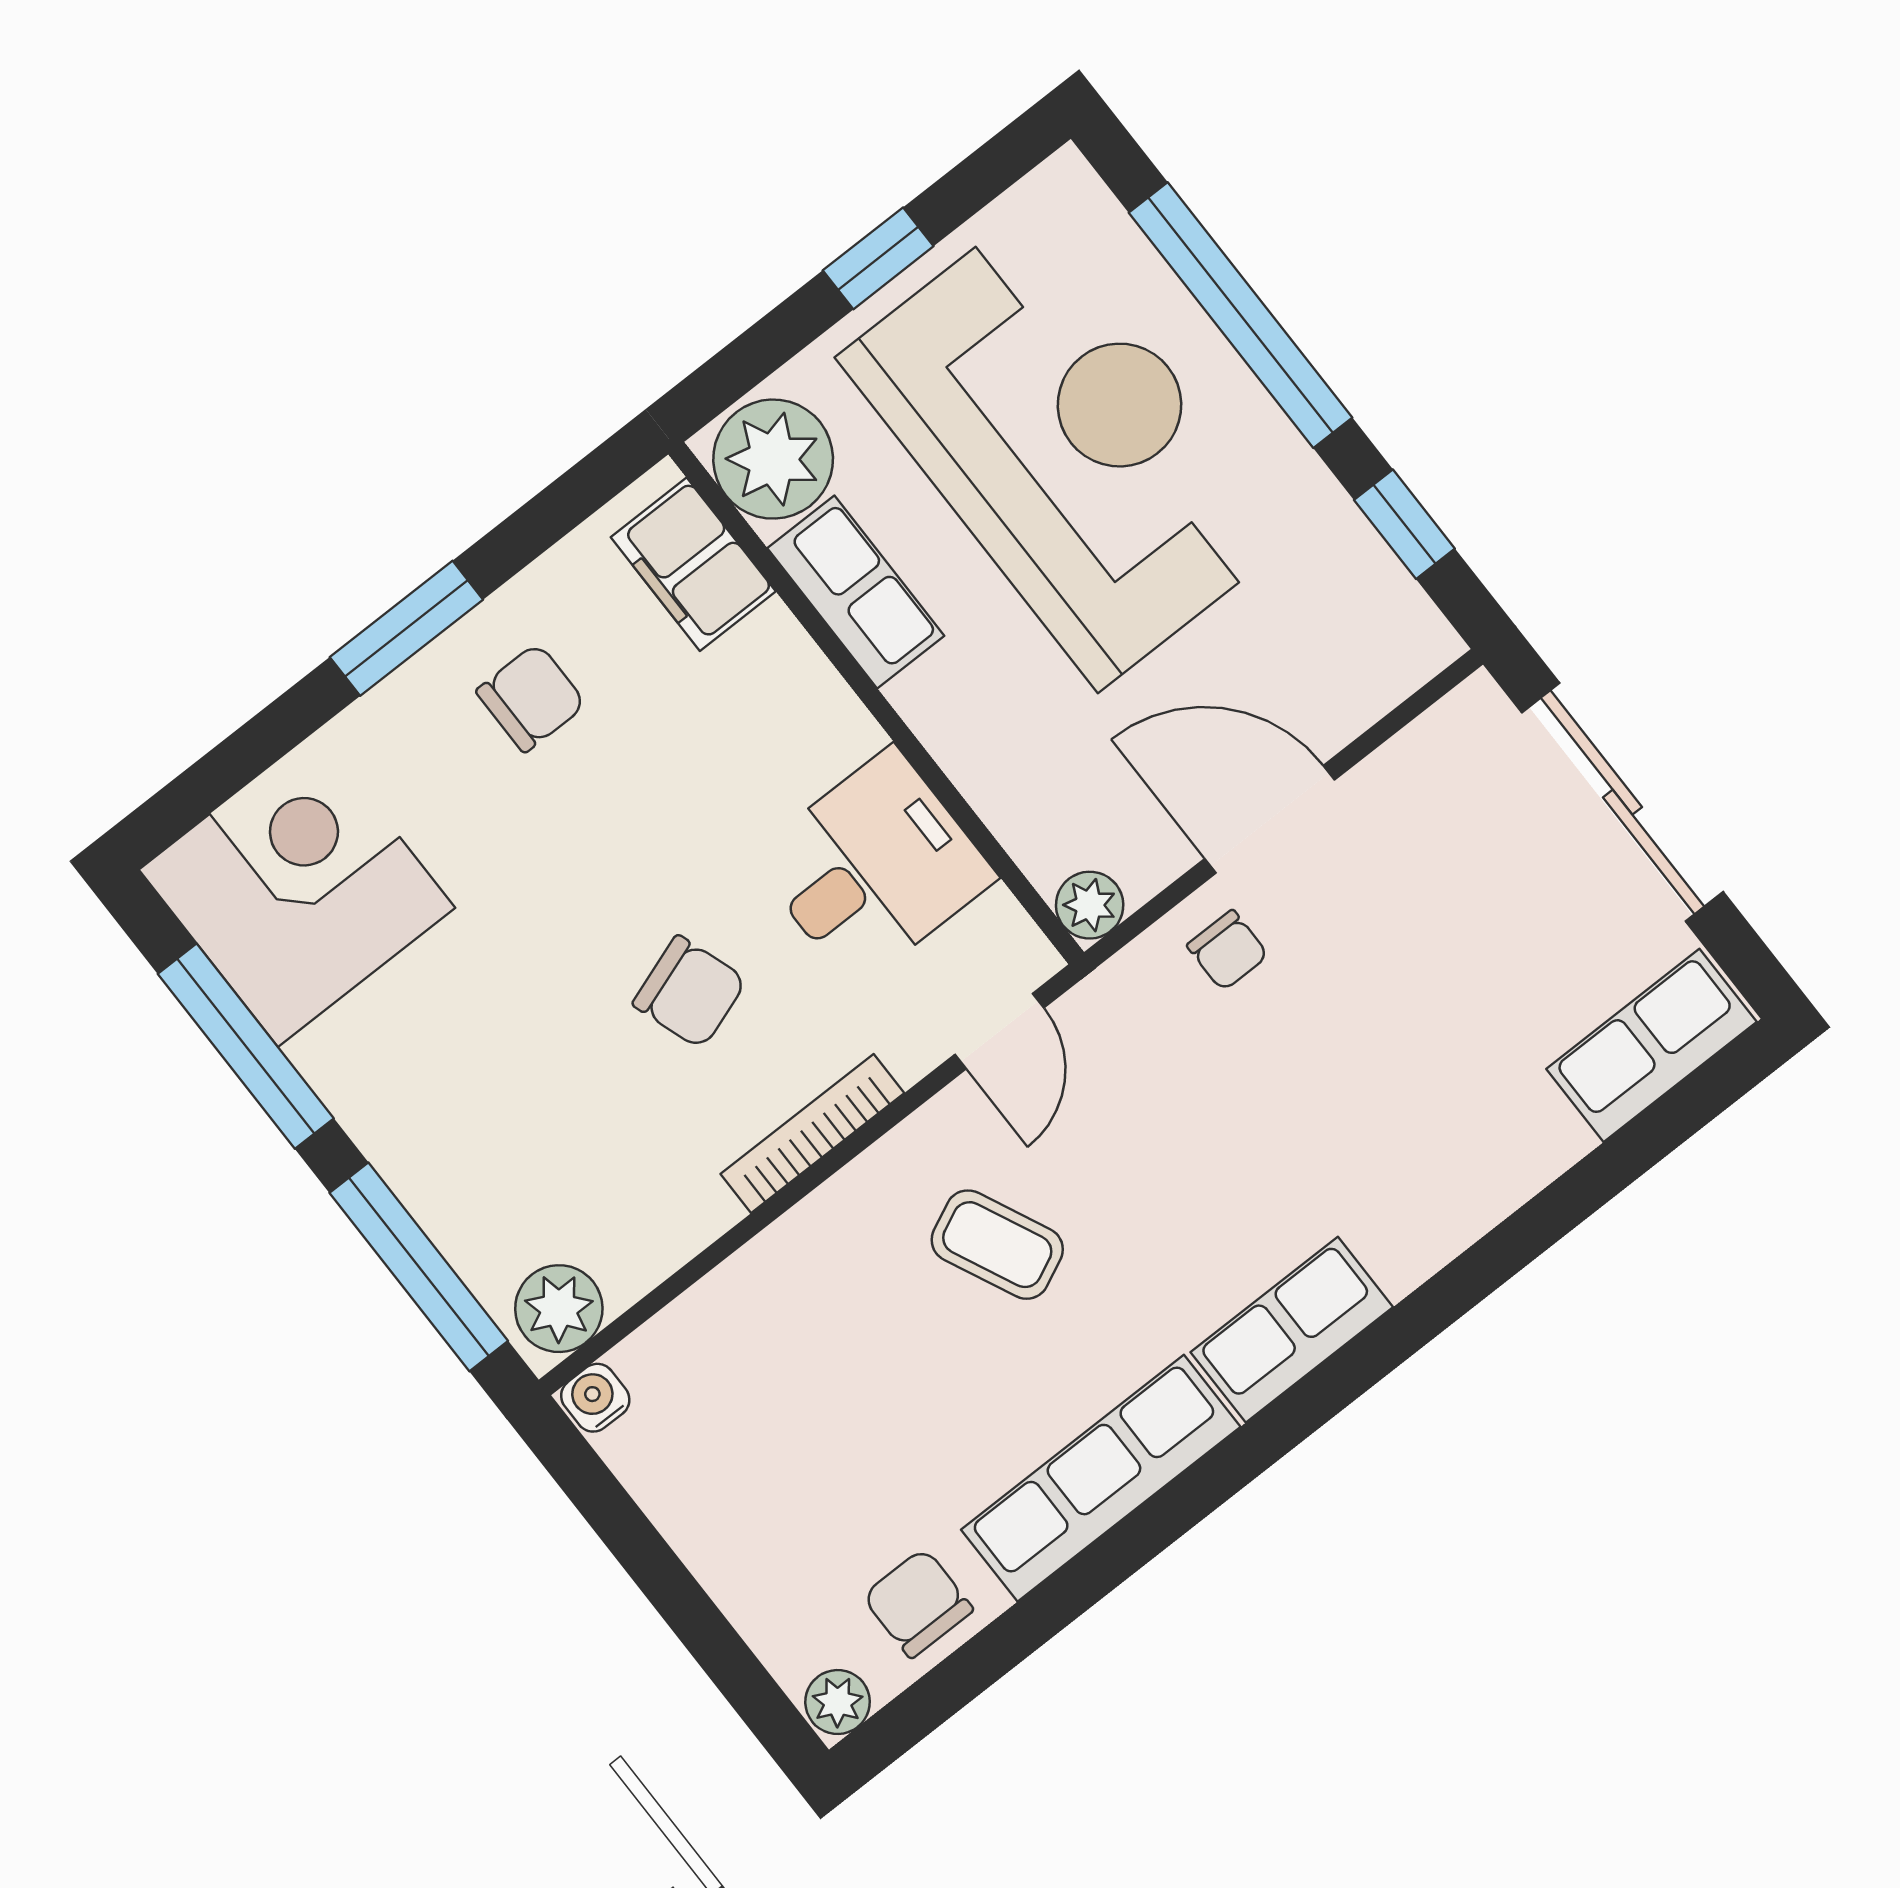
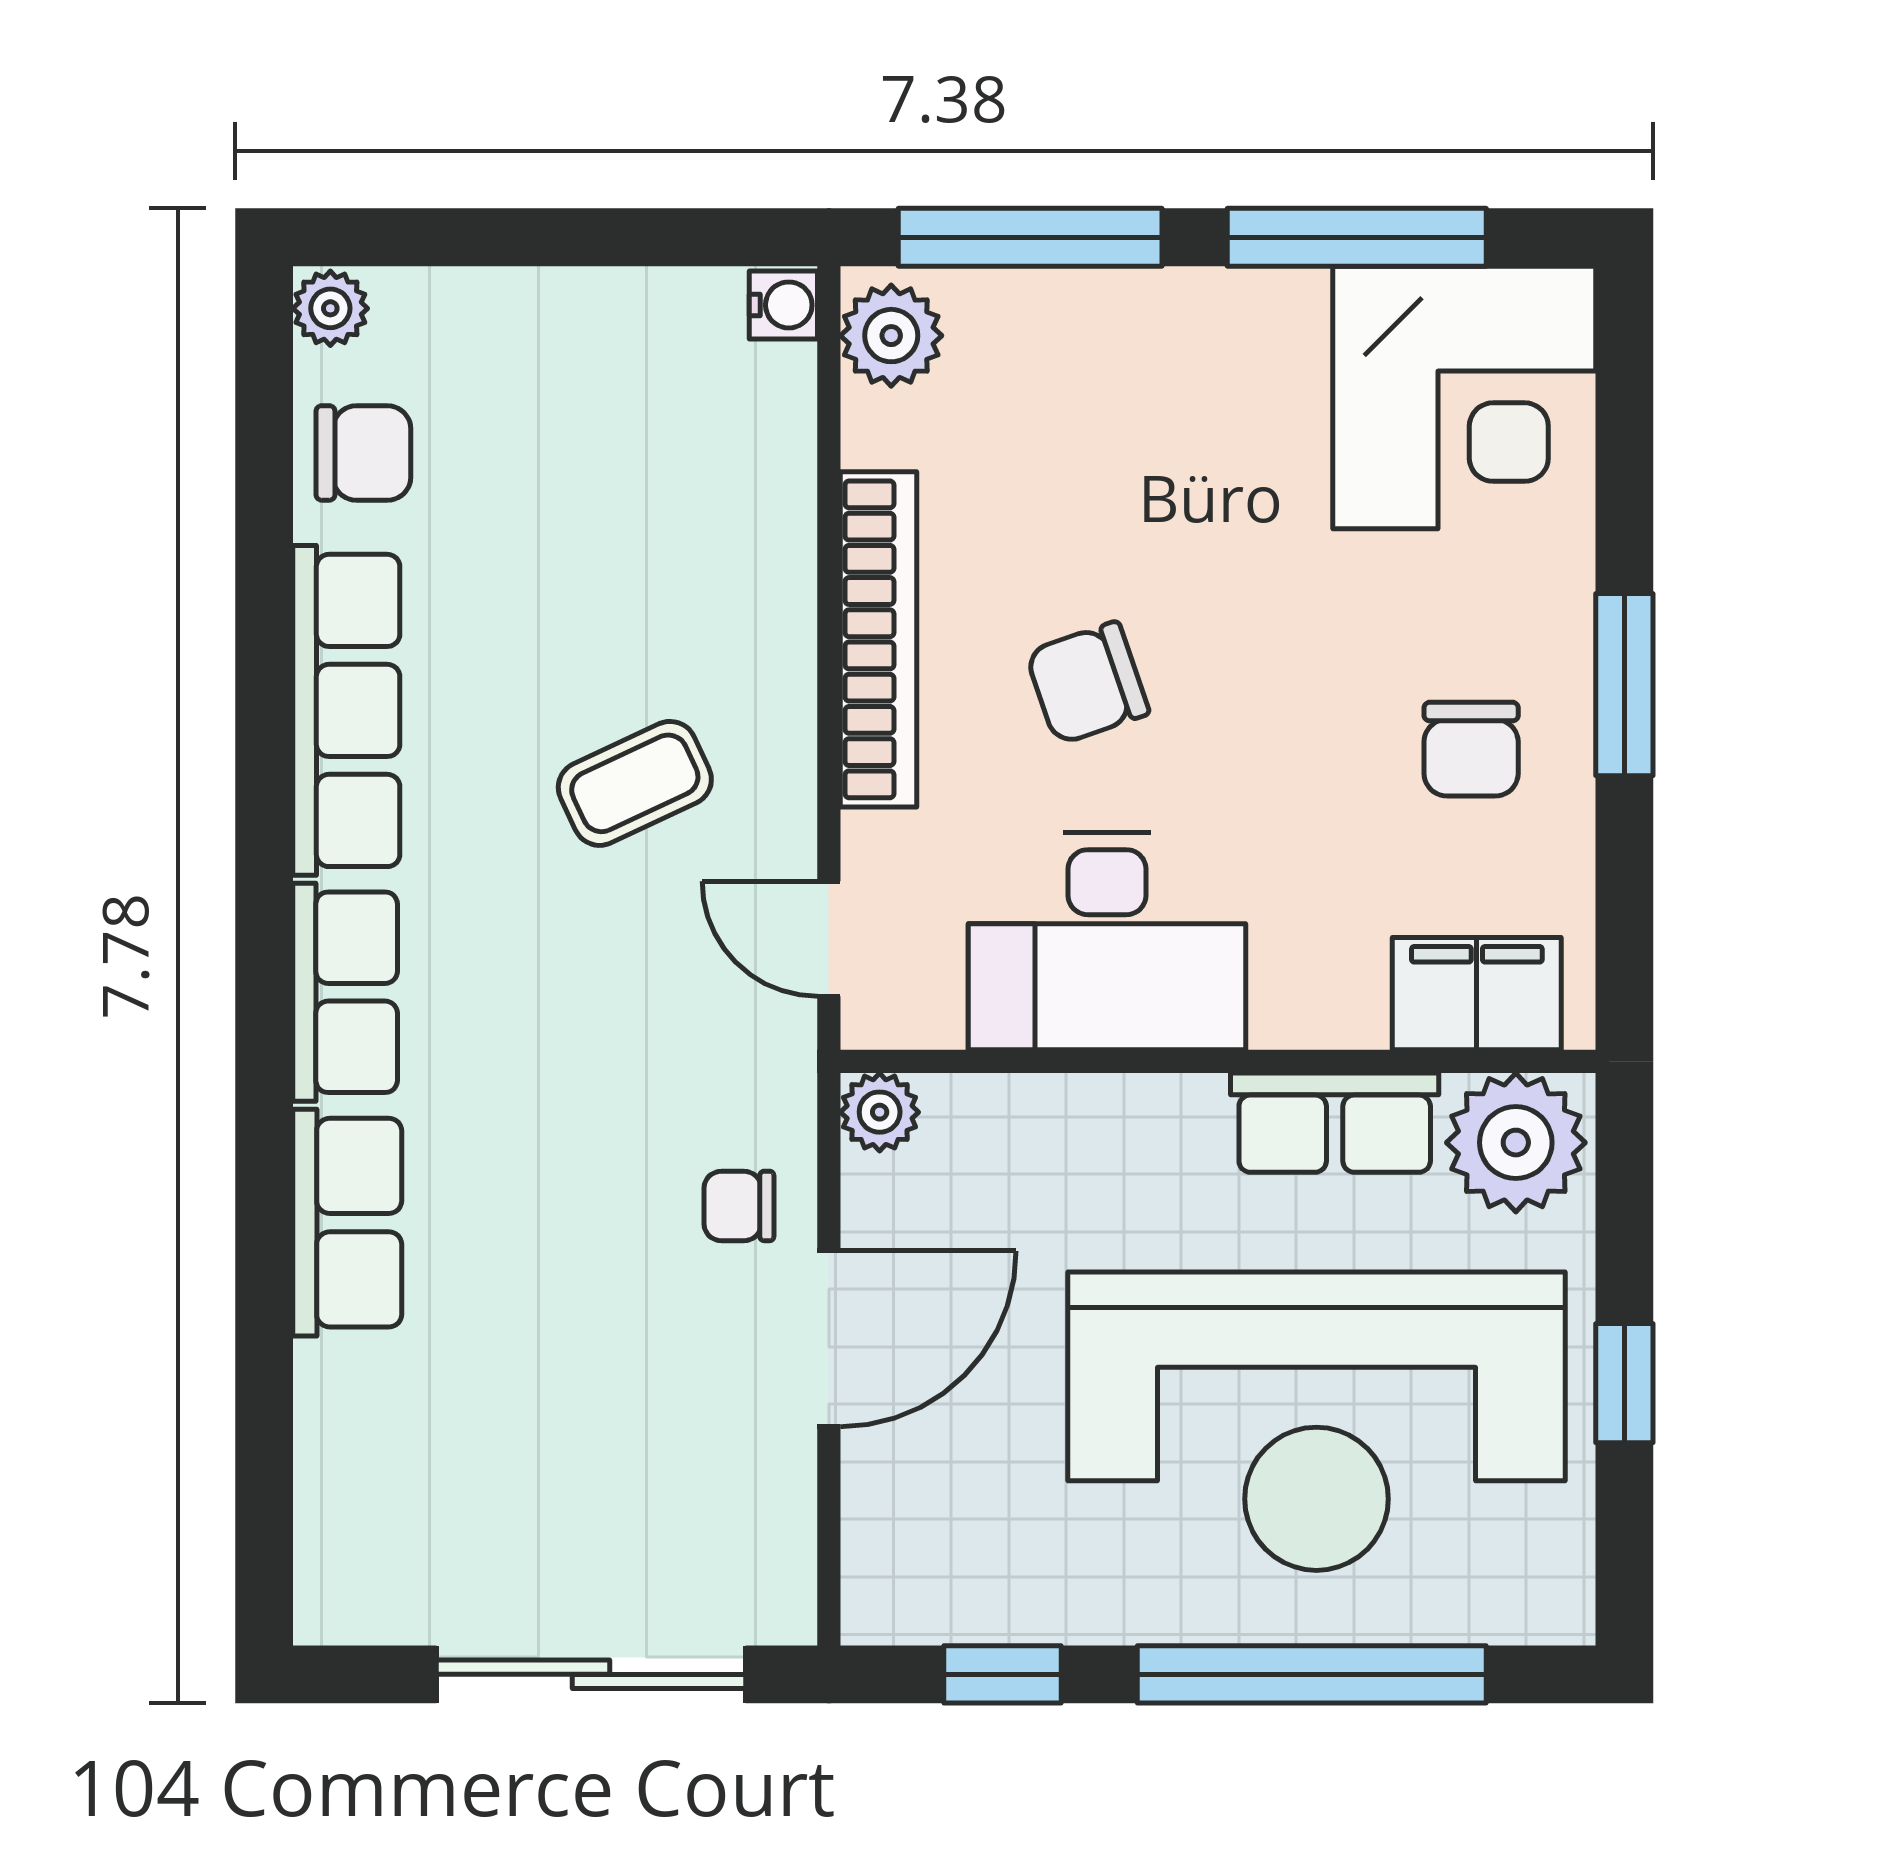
desk: (873, 867) -> (1107, 941), width x1.37
row of seats: (1651, 1045) -> (347, 1223), moved
bookcase: (812, 1134) -> (879, 639), width x1.48, depth x1.31

